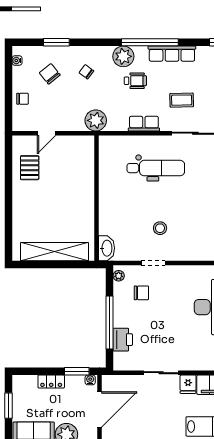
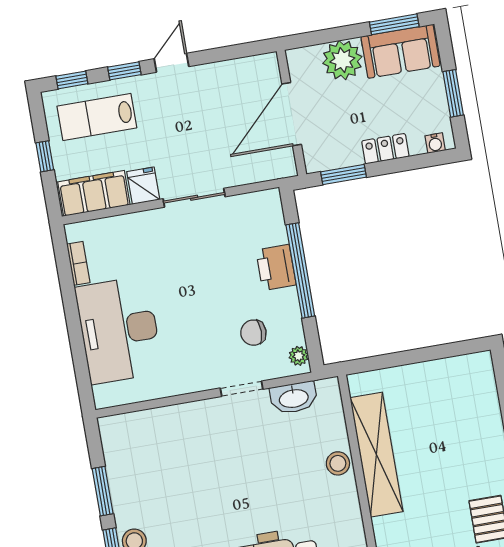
stool: (160, 228) -> (338, 463), moved
washbasin: (107, 248) -> (294, 398), moved, turned -90
shelving: (55, 252) -> (376, 455), moved, turned 90
printer: (123, 340) -> (276, 267), moved
water cooler: (90, 380) -> (435, 143), moved

